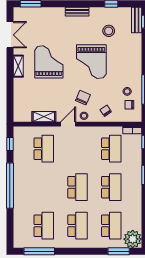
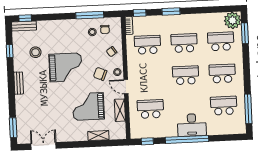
grand piano: (49, 62) -> (88, 106), moved
shelving: (18, 66) -> (98, 136), moved
desk: (25, 191) -> (192, 125), added

